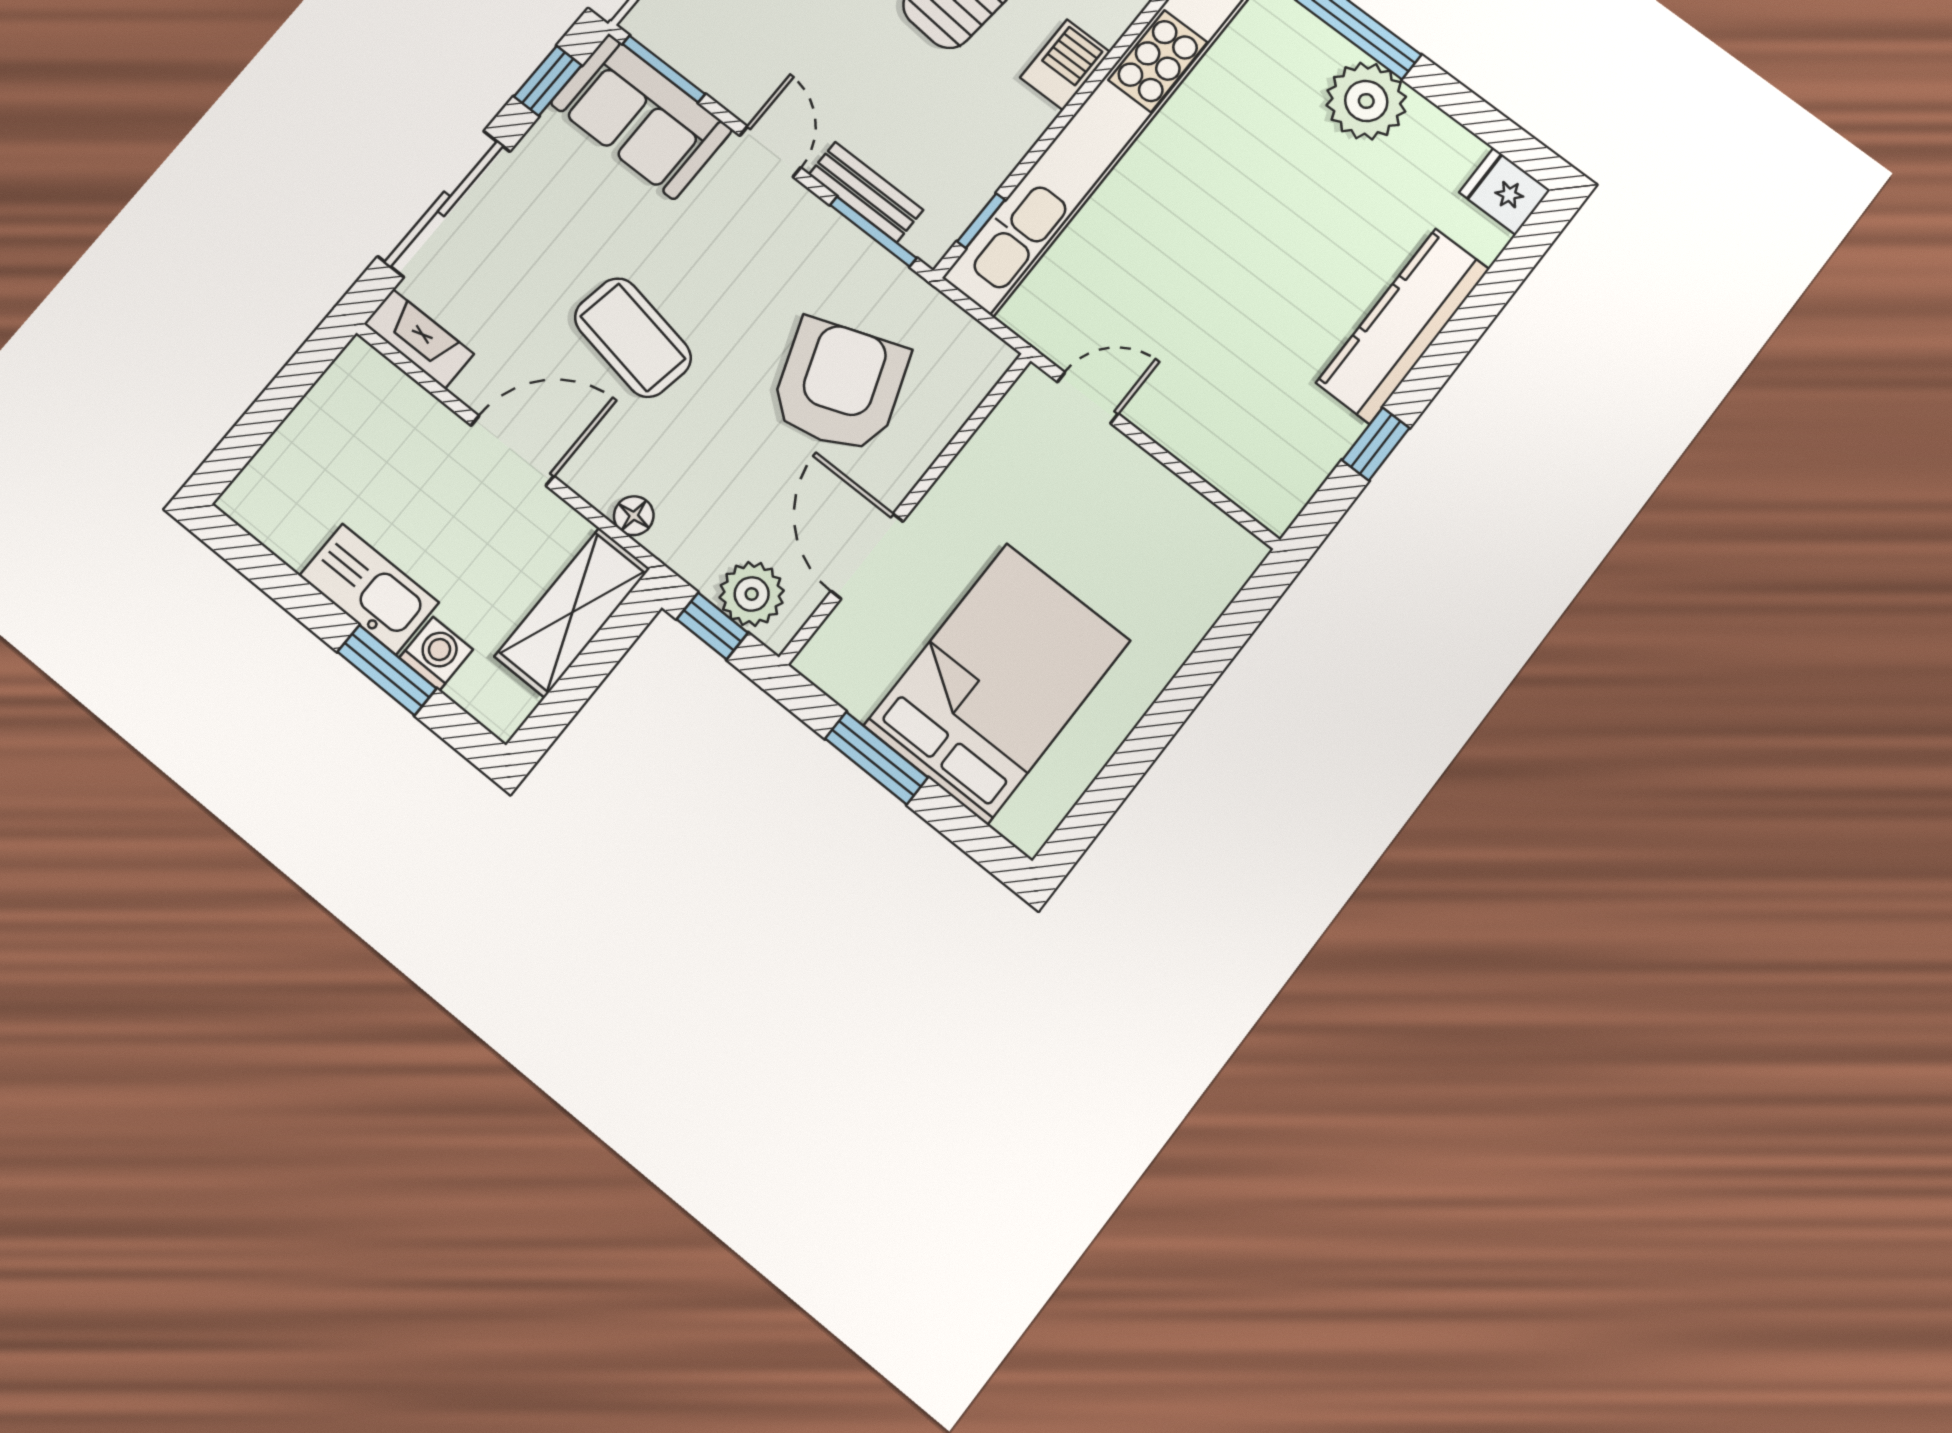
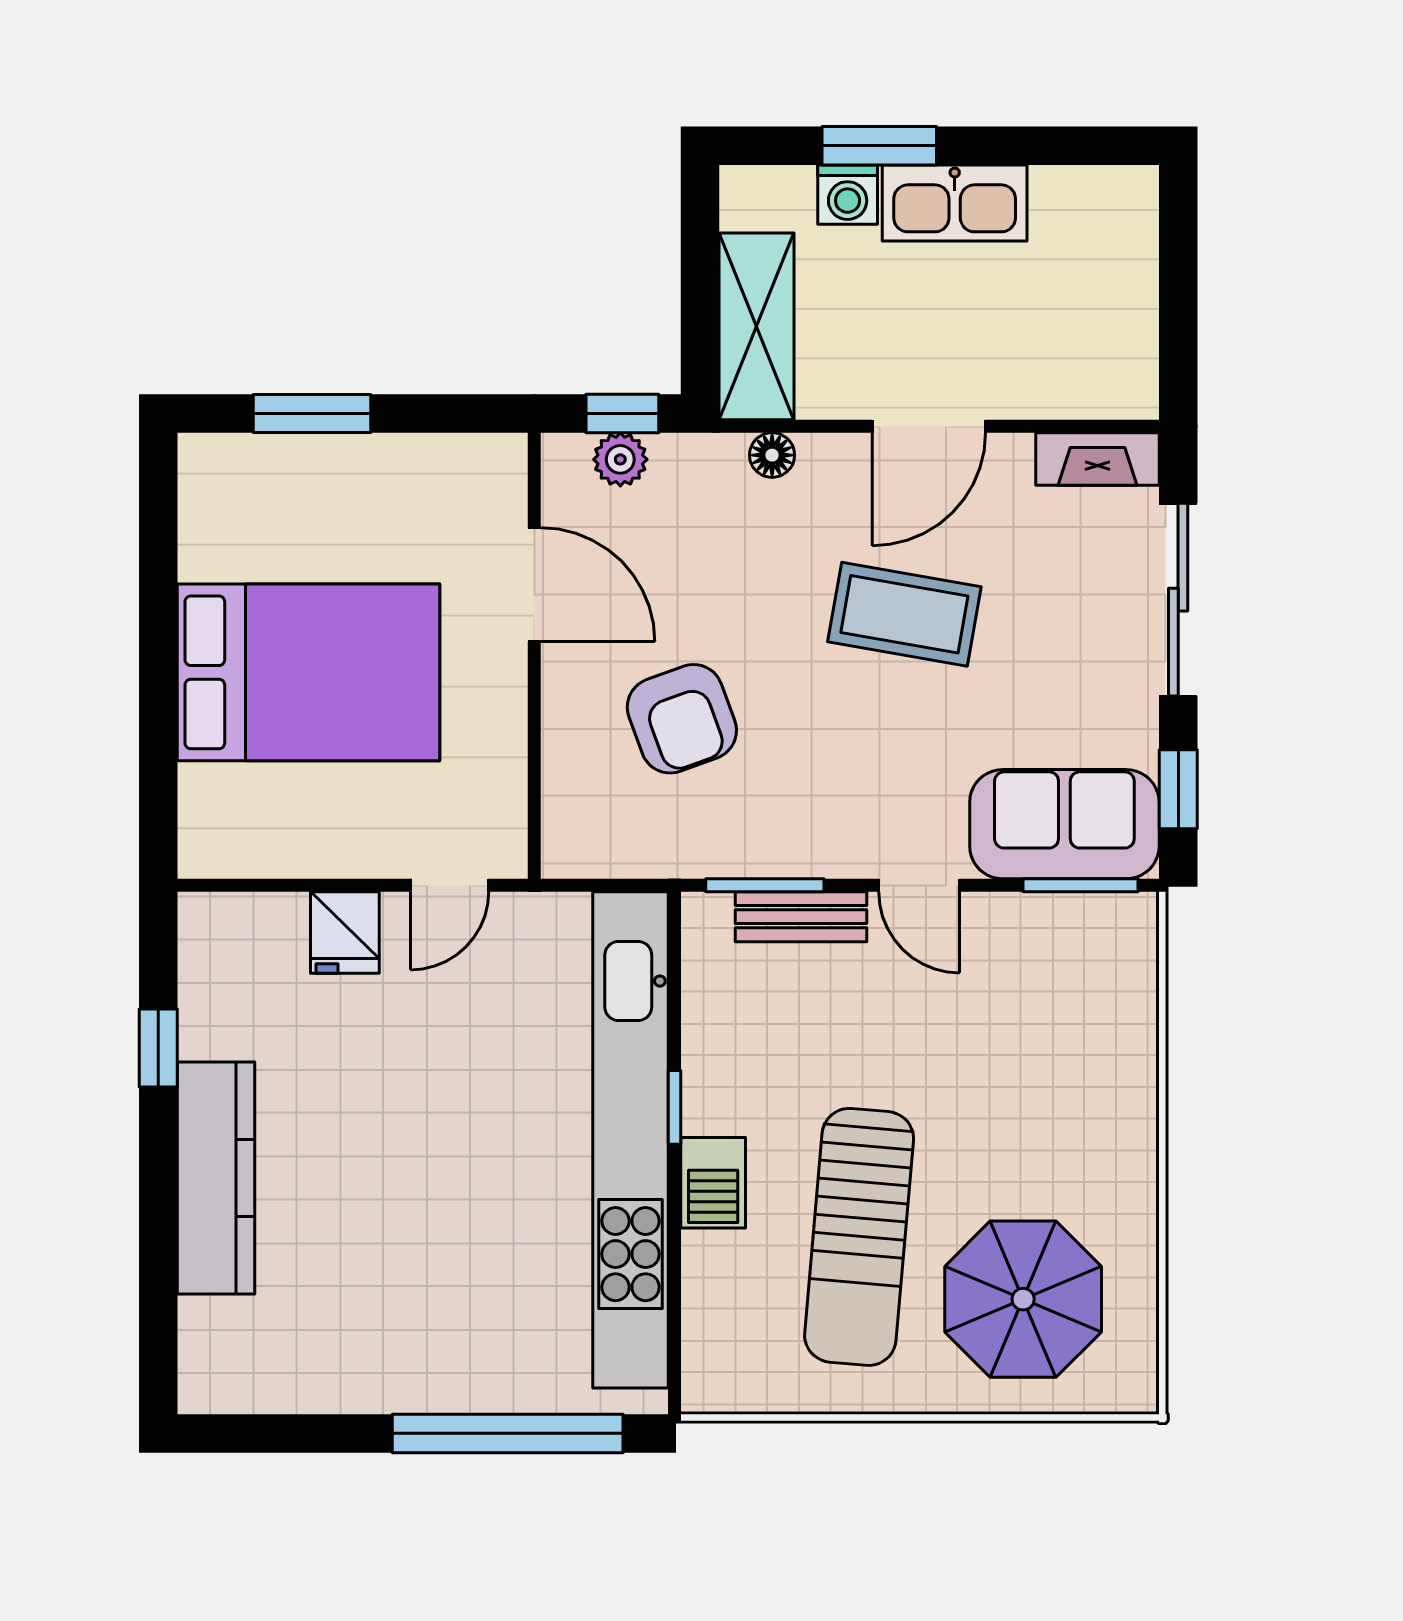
plant: (1366, 101) -> (409, 1367), removed
fridge: (1505, 191) -> (345, 933), moved, turned 90
window: (981, 221) -> (675, 1107), moved
armchair: (840, 386) -> (682, 719), width x0.73, depth x0.73
plant: (752, 594) -> (620, 459), width x0.73, depth x0.73
bed: (997, 683) -> (308, 672), moved, turned -90
window: (876, 758) -> (312, 414), moved

